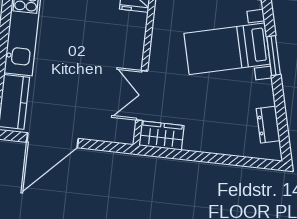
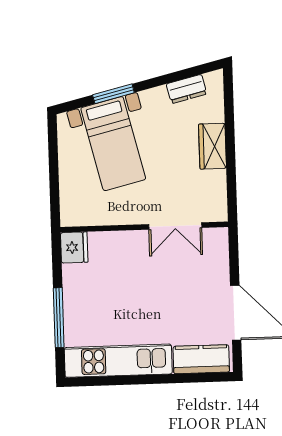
wardrobe: (161, 136) -> (212, 146), moved

